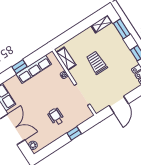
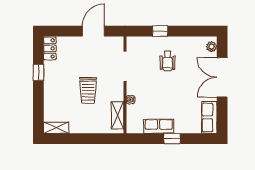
window: (122, 29) -> (38, 109), removed
row of seats: (34, 69) -> (159, 126), width x0.68

